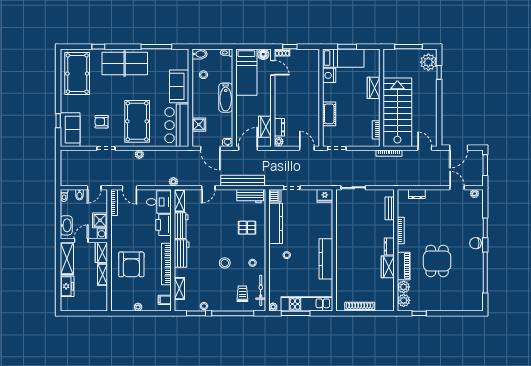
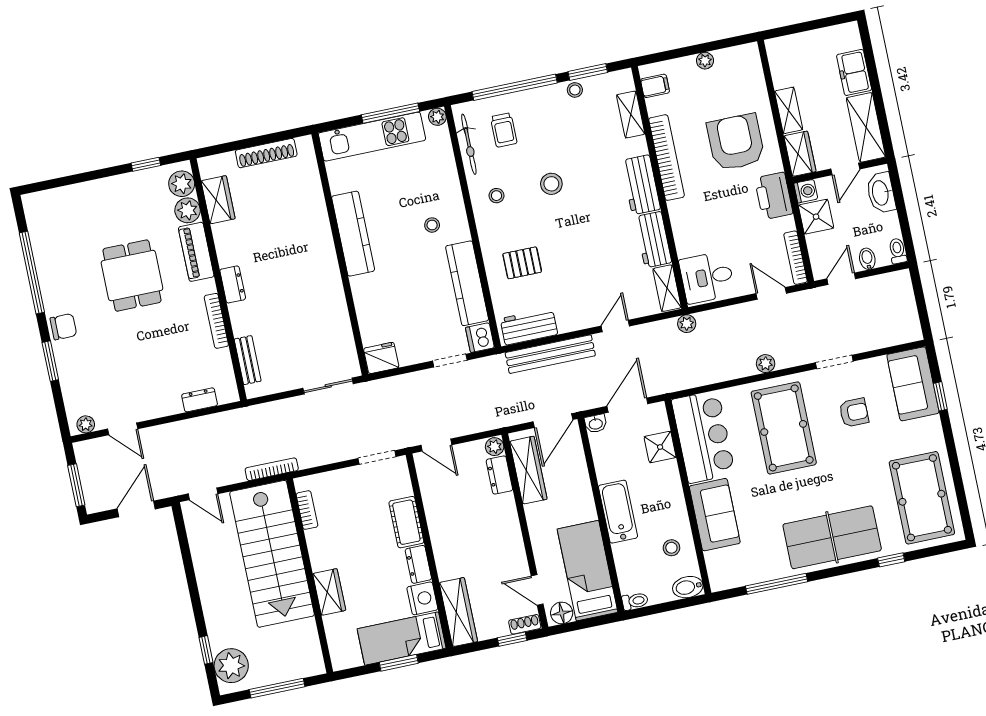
wardrobe: (313, 65) -> (458, 612), added
dresser: (328, 92) -> (418, 564), added
wardrobe: (265, 127) -> (528, 470), width x1.50
door: (210, 148) -> (627, 405), hinge flipped
printer: (164, 225) -> (774, 196), moved, turned 180
wardrobe: (388, 267) -> (218, 200), moved

